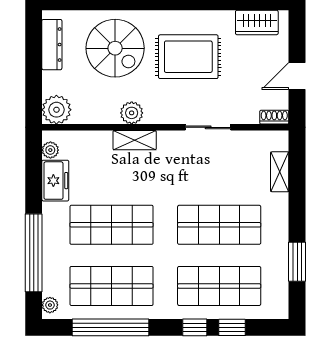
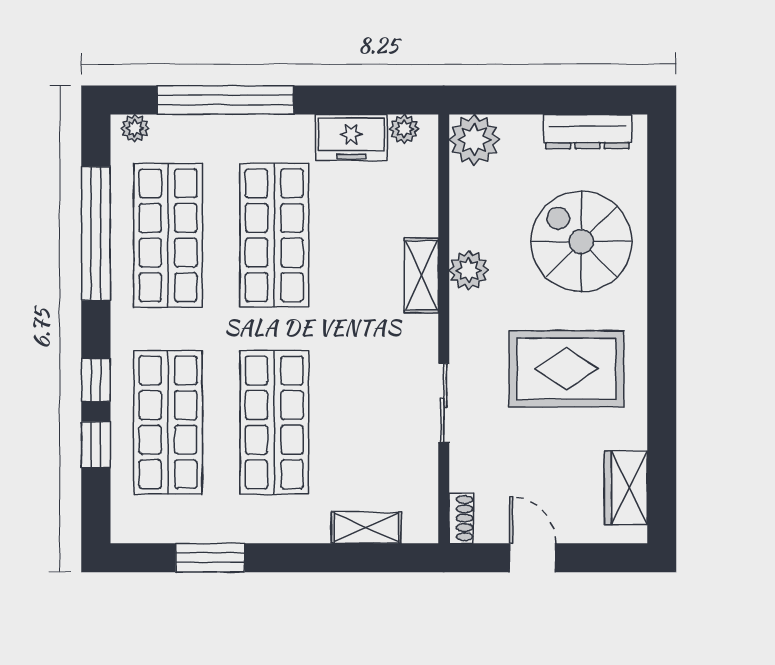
spiral stairs: (115, 48) -> (581, 242), turned 90
rug: (188, 57) -> (566, 369), turned 90

